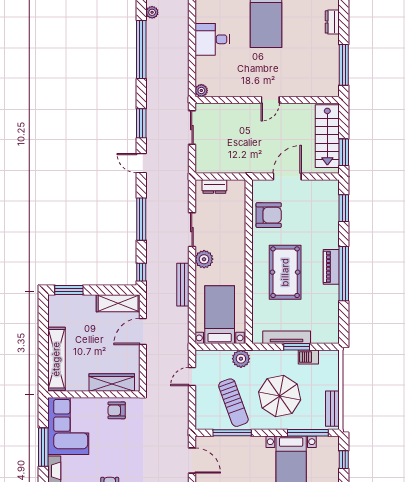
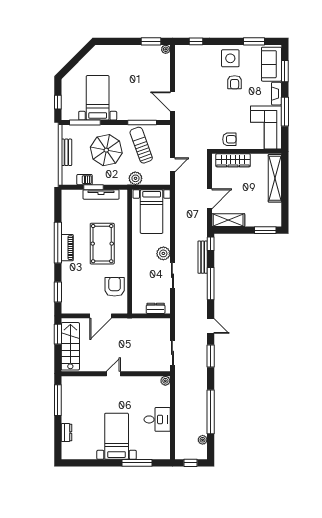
armchair: (269, 215) -> (115, 287), turned 90
bench: (183, 285) -> (203, 257), moved
bench: (332, 409) -> (66, 152), moved

